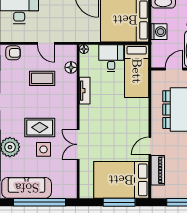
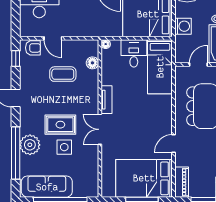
door: (46, 43) -> (53, 38), moved
tv unit: (85, 91) -> (106, 100), moved
double door: (78, 144) -> (100, 129), moved
piano: (158, 170) -> (182, 182), moved

